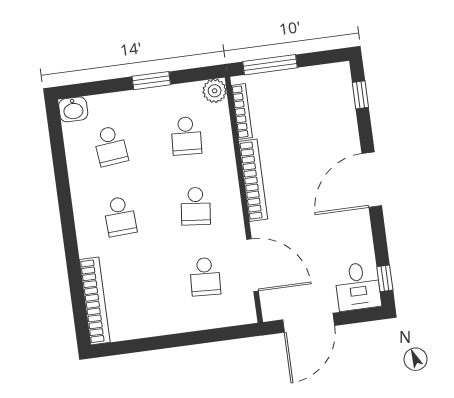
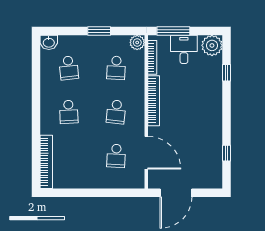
plant: (335, 80) -> (212, 45), added
window: (360, 95) -> (226, 73), moved
door: (372, 180) -> (226, 110), removed
window: (385, 278) -> (226, 153), moved
desk: (358, 286) -> (184, 49), moved, turned 180

